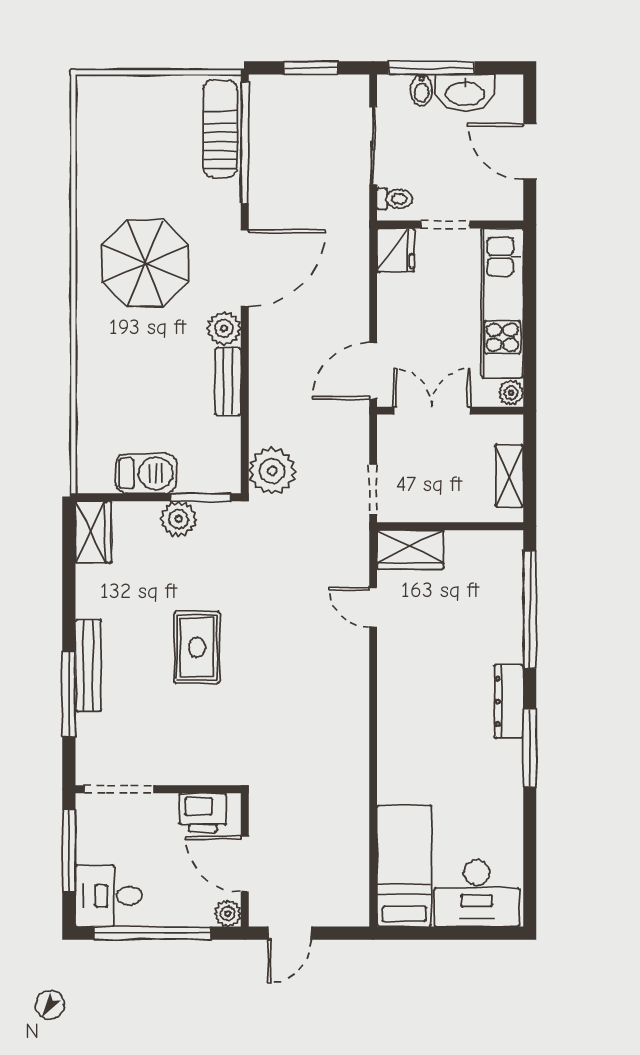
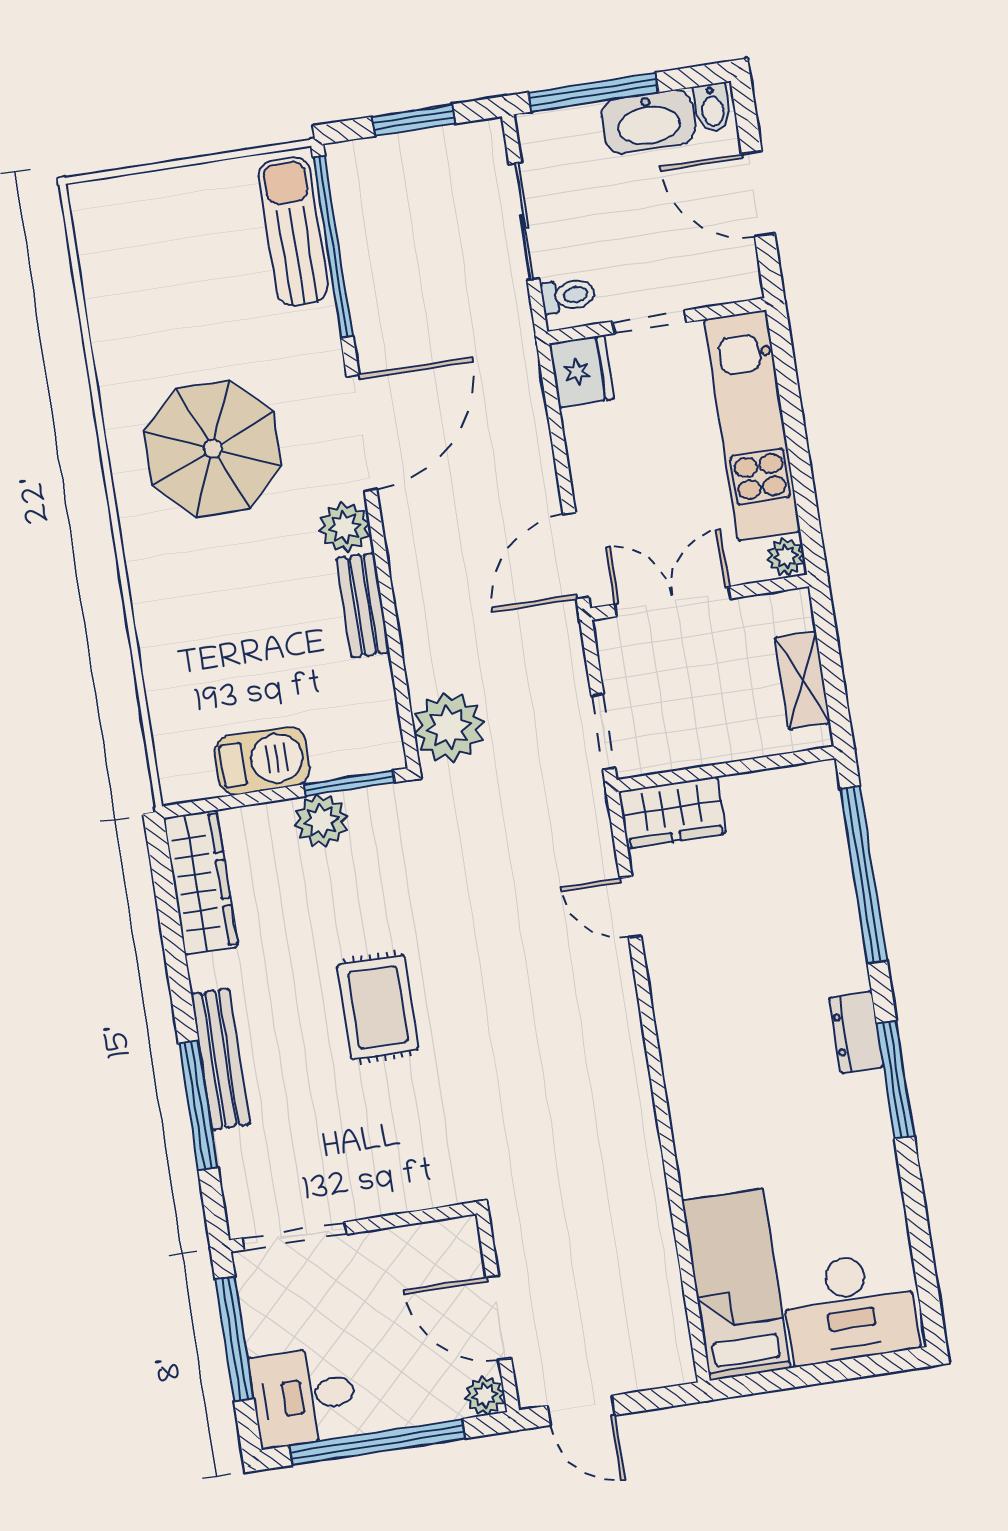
bidet: (421, 90) -> (712, 108), moved
wardrobe: (93, 532) -> (201, 882), width x1.50
dresser: (509, 701) -> (856, 1032), width x0.70
printer: (203, 813) -> (425, 1251), removed
door: (290, 933) -> (581, 1410), hinge flipped

